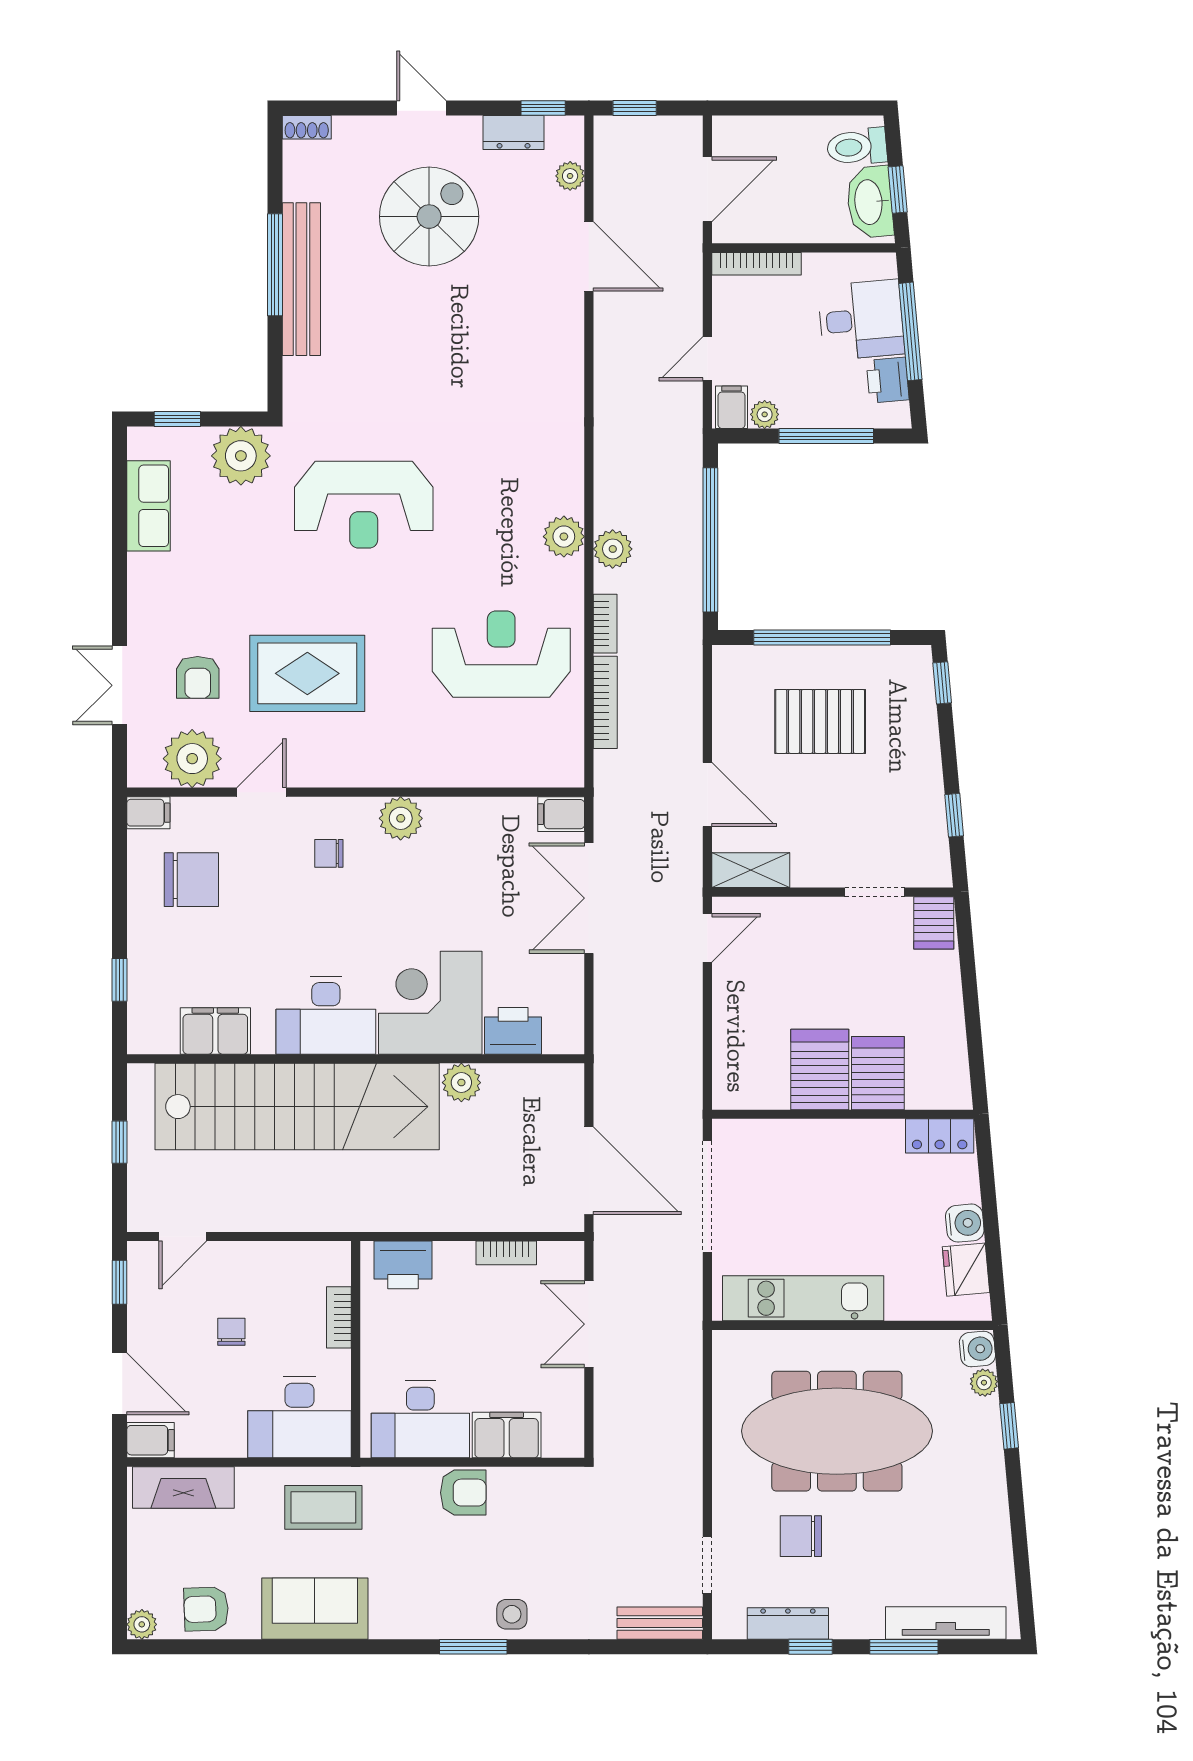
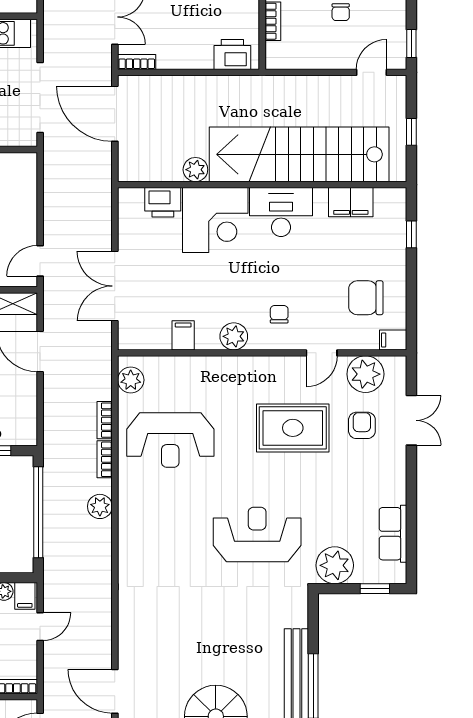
plant: (564, 537) -> (131, 380), moved
bookcase: (605, 702) -> (105, 420), width x0.64
filing cabinet: (561, 814) -> (183, 335), moved, turned -90
chair: (329, 853) -> (279, 314), turned -90
double door: (589, 898) -> (115, 286), swing flipped
bookcase: (506, 1253) -> (137, 62), moved

